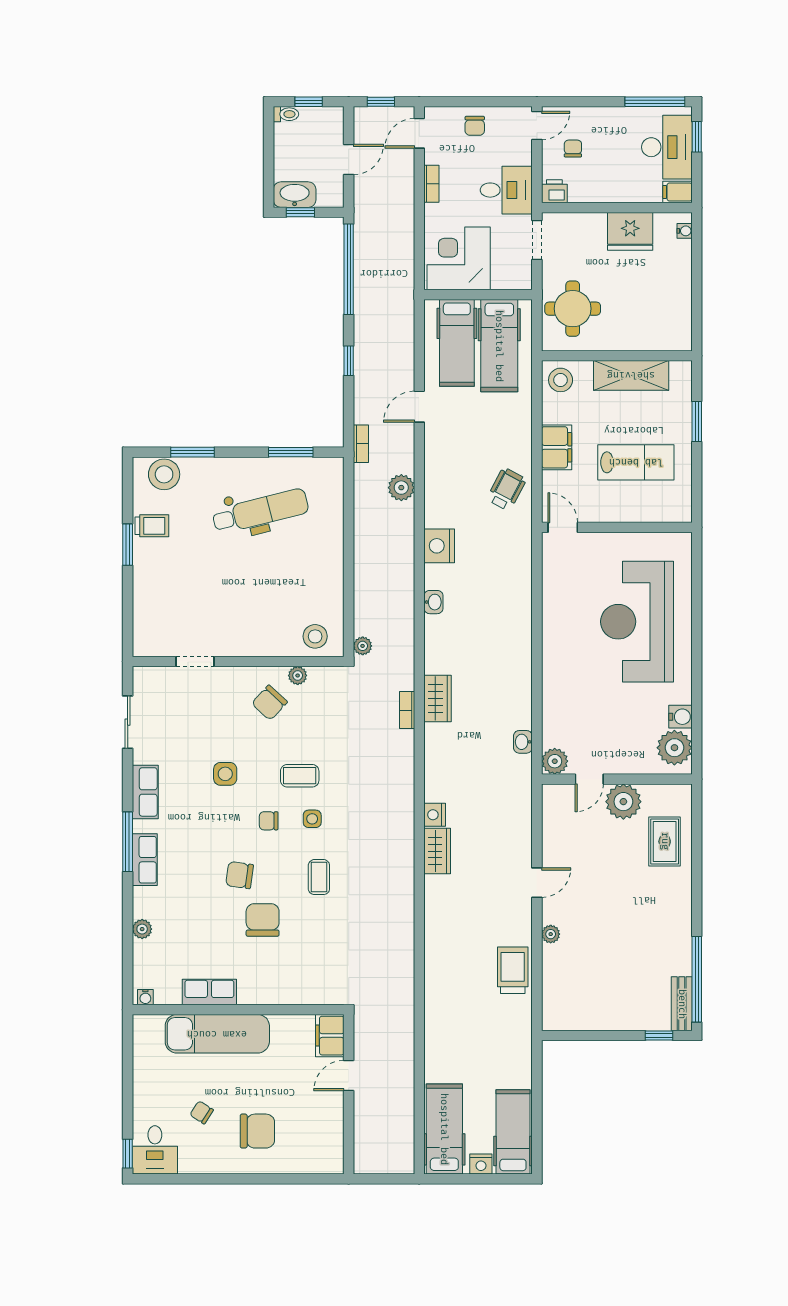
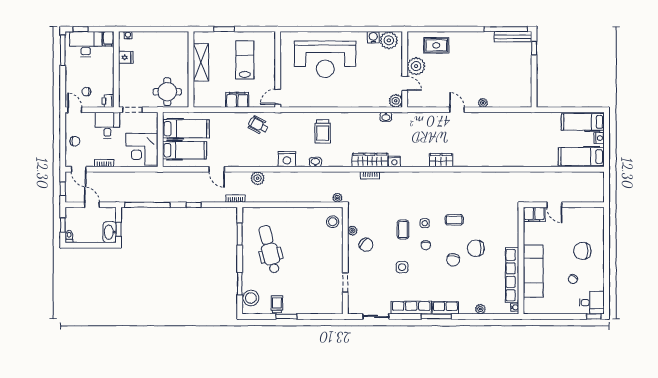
fridge: (630, 231) -> (126, 57), width x0.53, depth x0.75
stool: (561, 380) -> (203, 98), removed
wardrobe: (437, 698) -> (370, 160), width x1.50
row of seats: (145, 792) -> (411, 308), width x1.48
nightstand: (435, 815) -> (394, 161), moved
trolley: (513, 970) -> (323, 131), moved, turned -90
row of seats: (209, 992) -> (512, 275), width x2.02
bench: (682, 1004) -> (513, 37), width x1.36
chair: (257, 1131) -> (582, 251), turned -90

